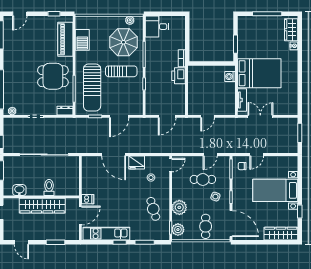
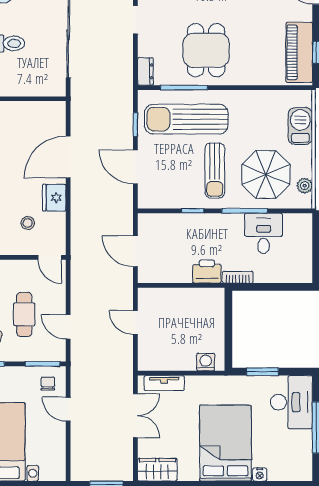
desk: (157, 27) -> (264, 233), moved
desk: (253, 28) -> (291, 402), added
wardrobe: (291, 30) -> (157, 470), moved
piano: (65, 39) -> (299, 52), moved, turned -90
barbecue: (82, 40) -> (300, 126), moved, turned 90
bed: (259, 73) -> (225, 443), moved, turned 180

